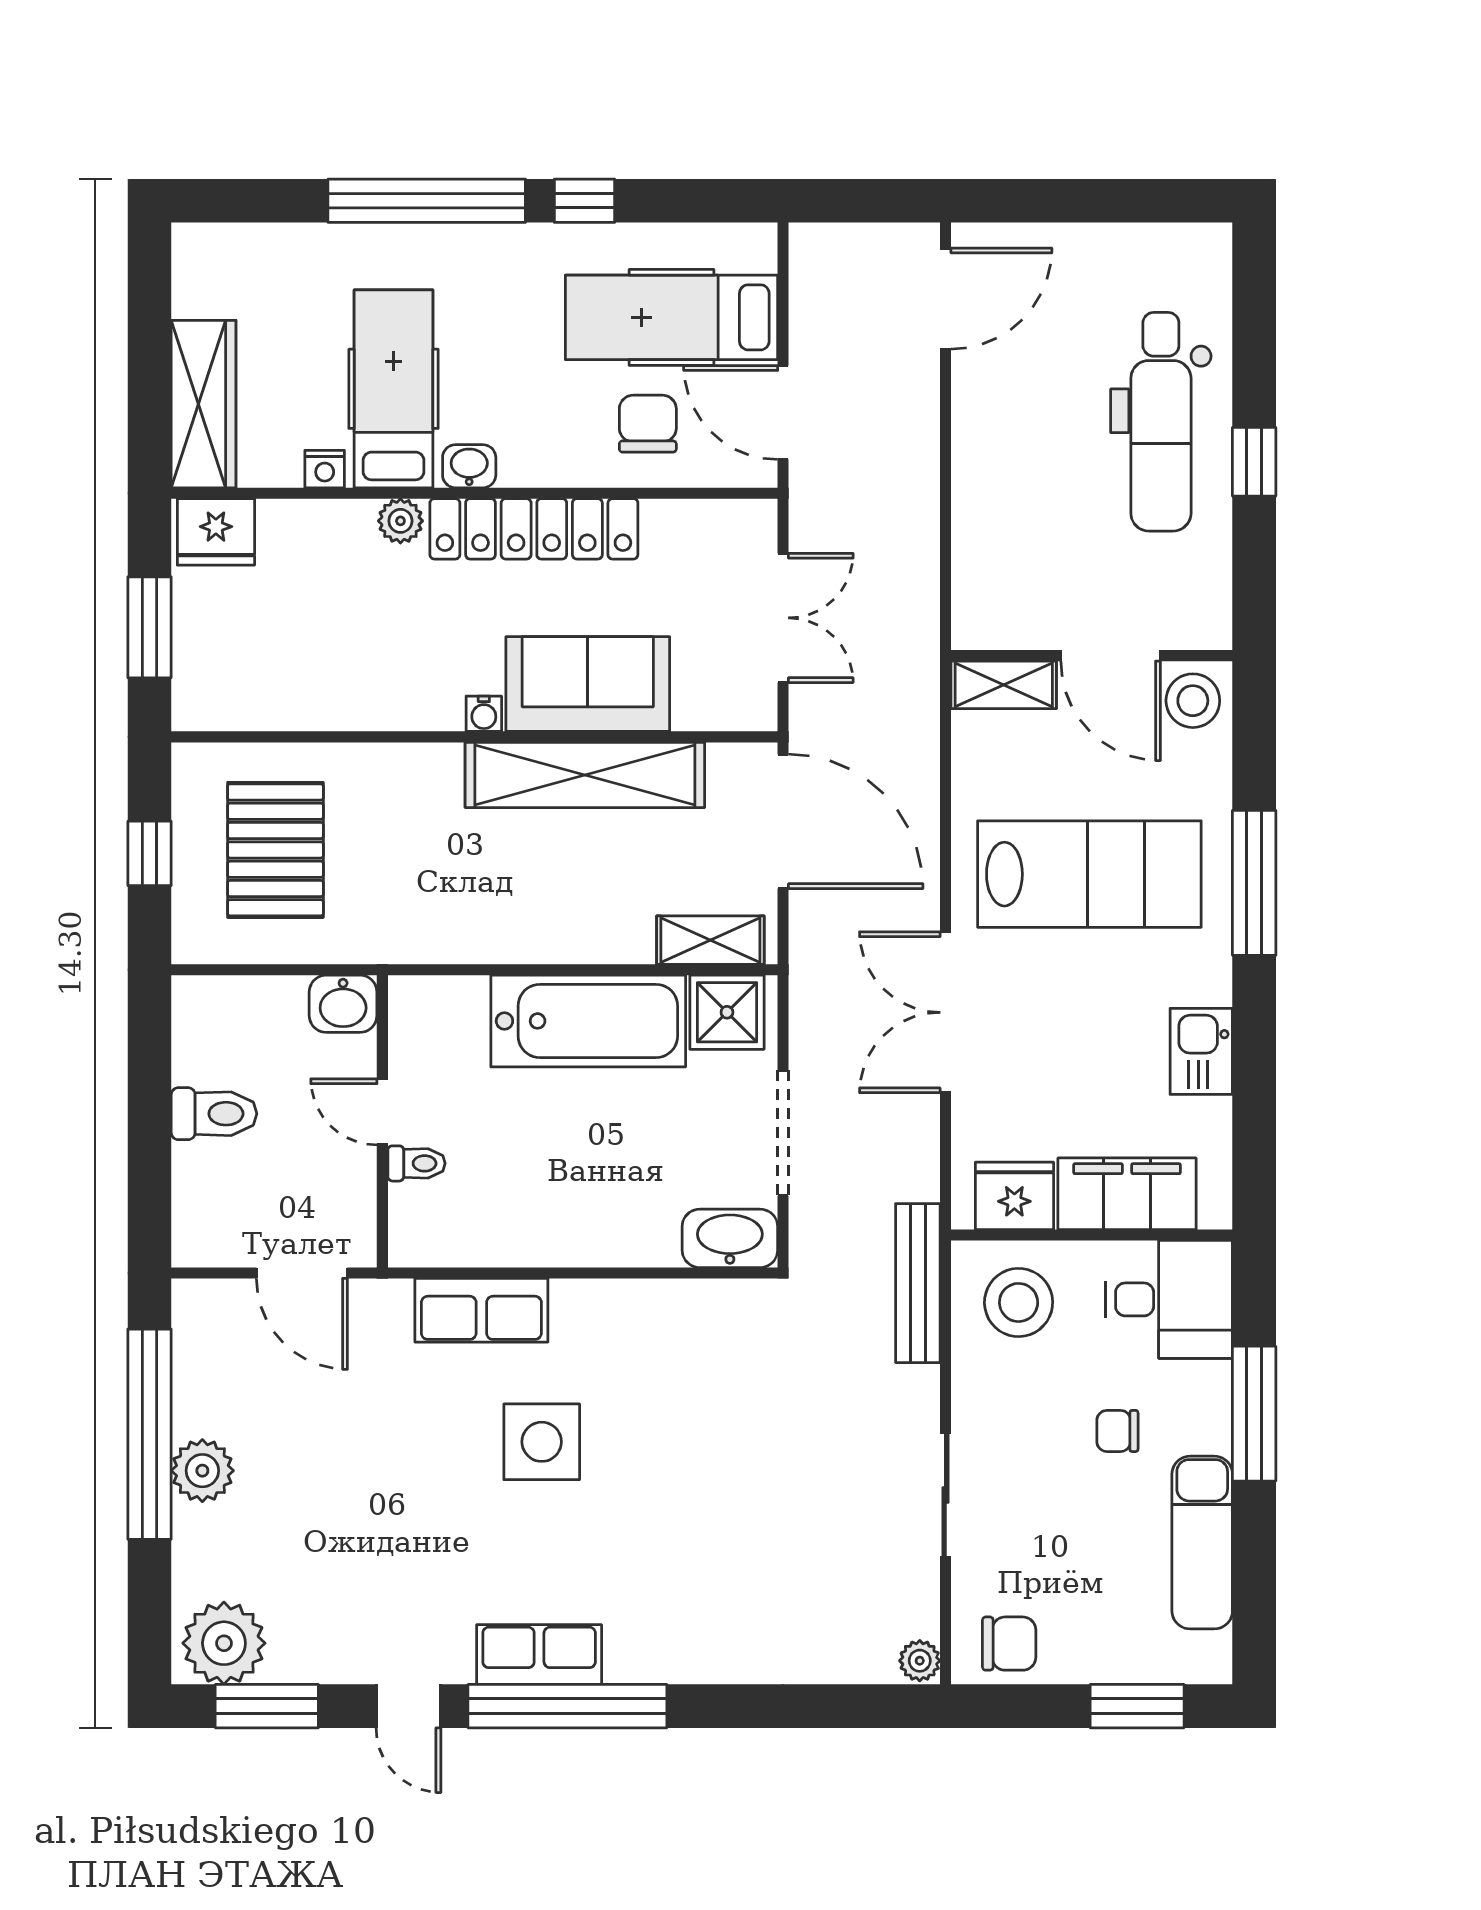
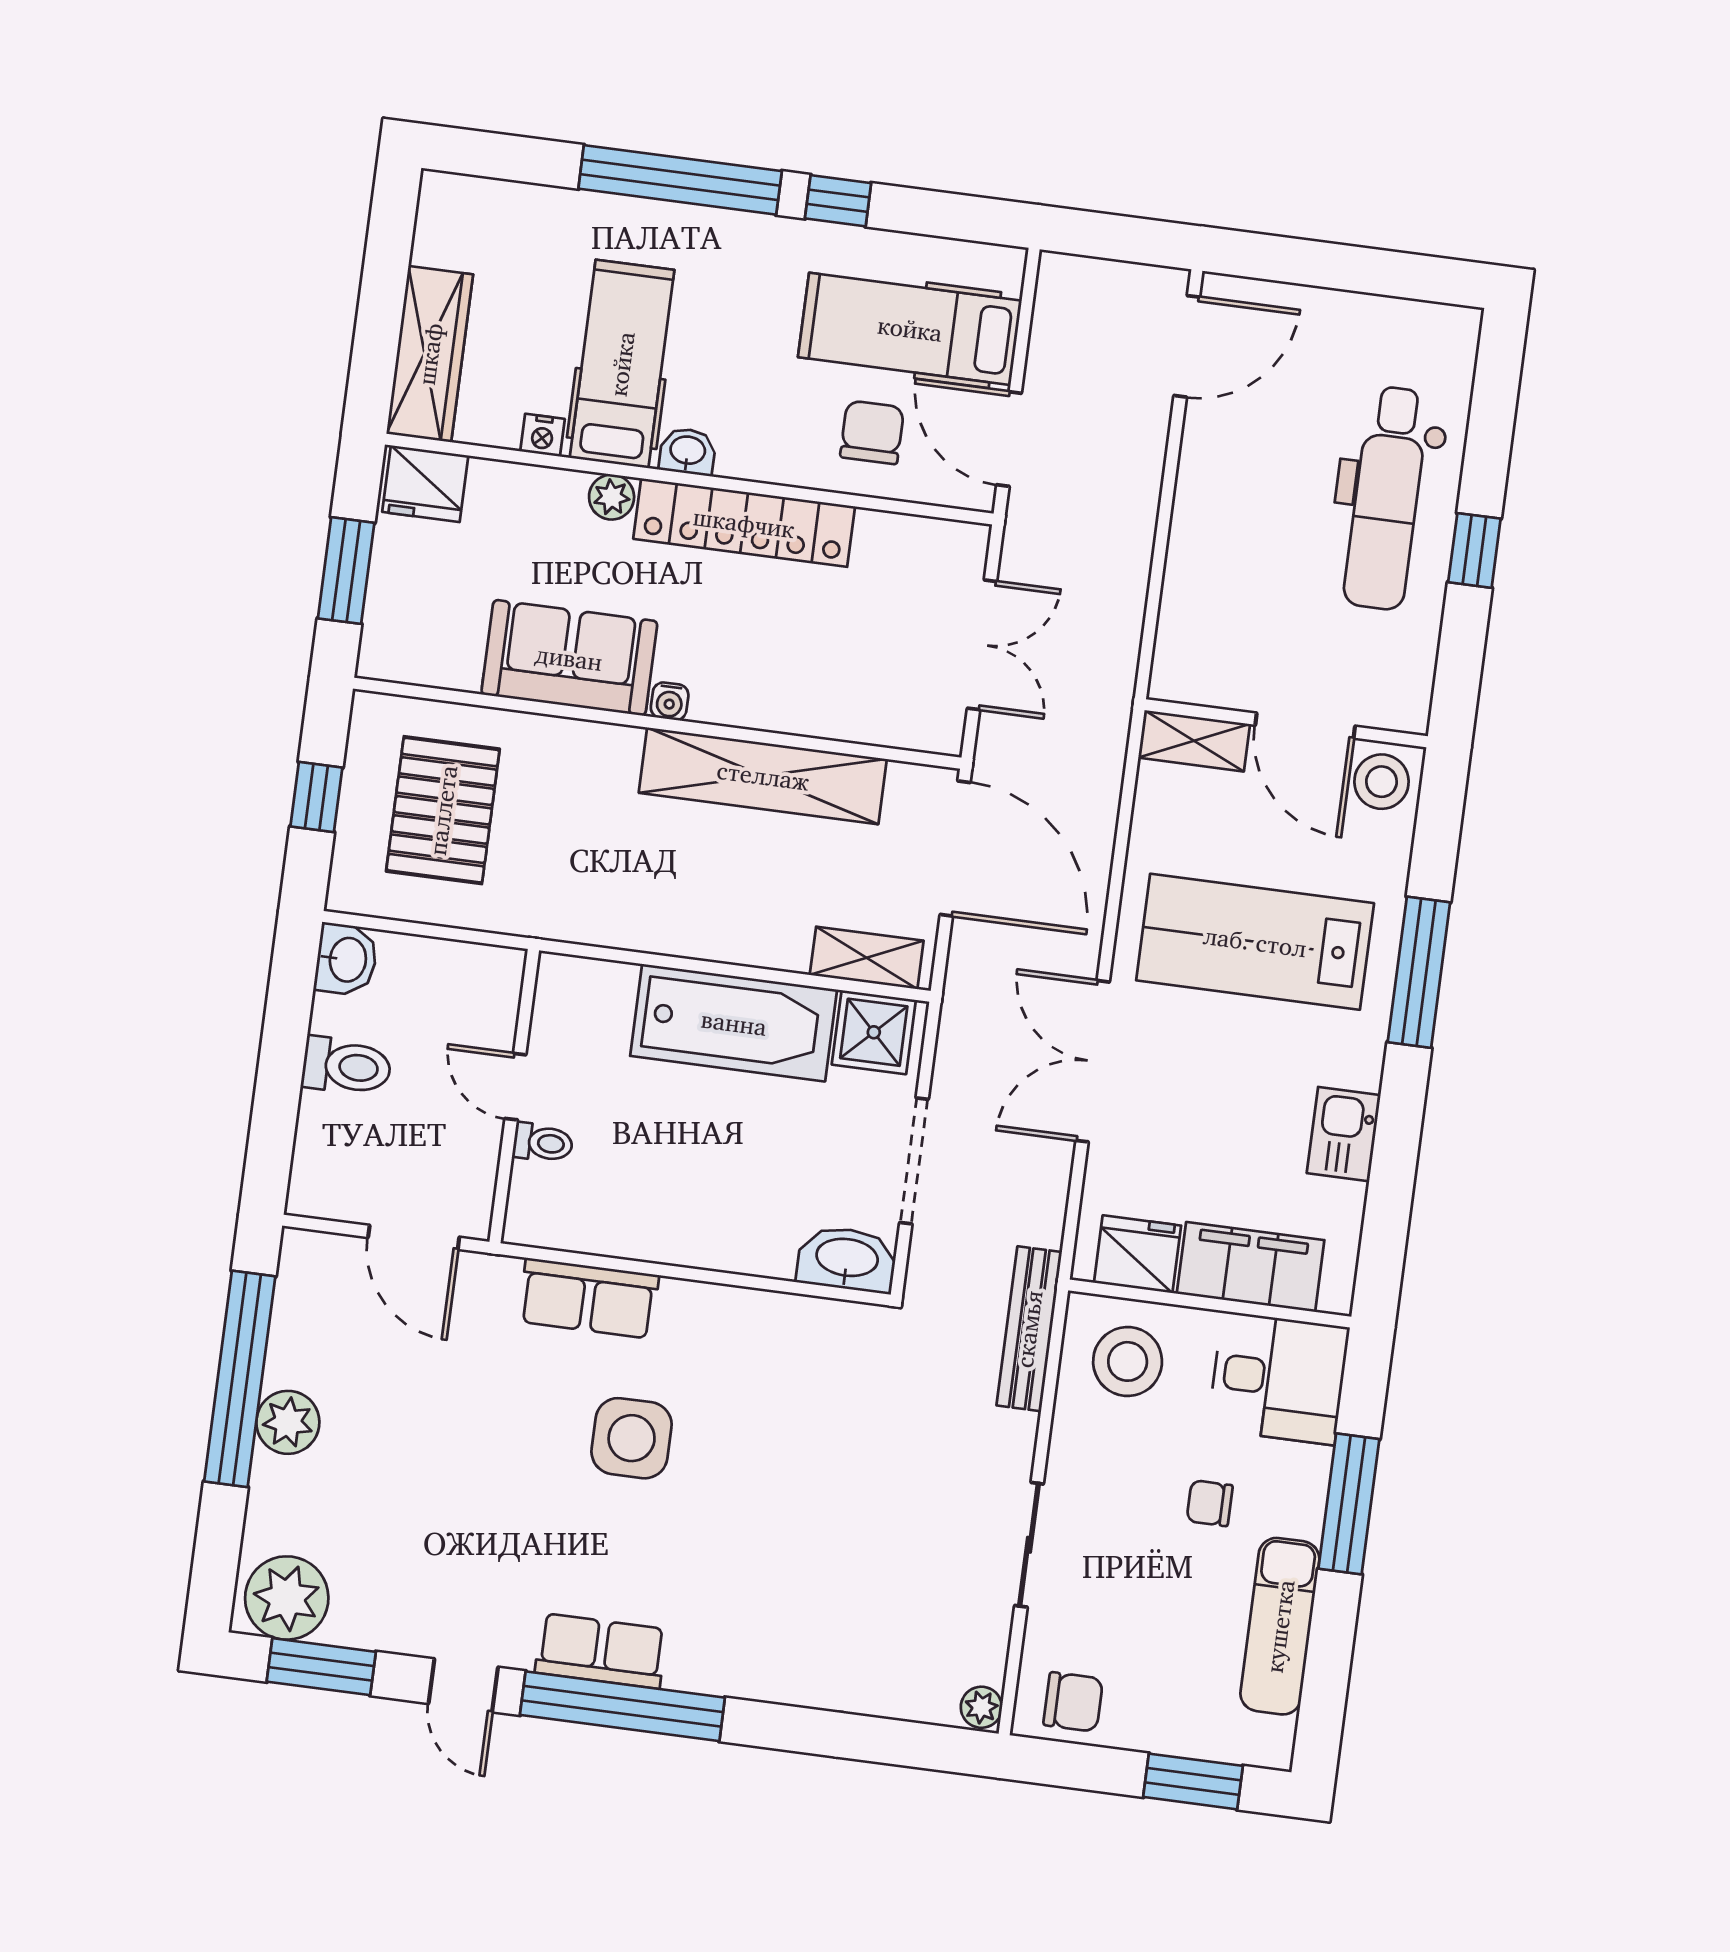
sofa: (588, 684) -> (569, 658), moved
lab bench: (1089, 874) -> (1255, 942), turned 180
washbasin: (343, 1004) -> (346, 960), moved, turned -90

